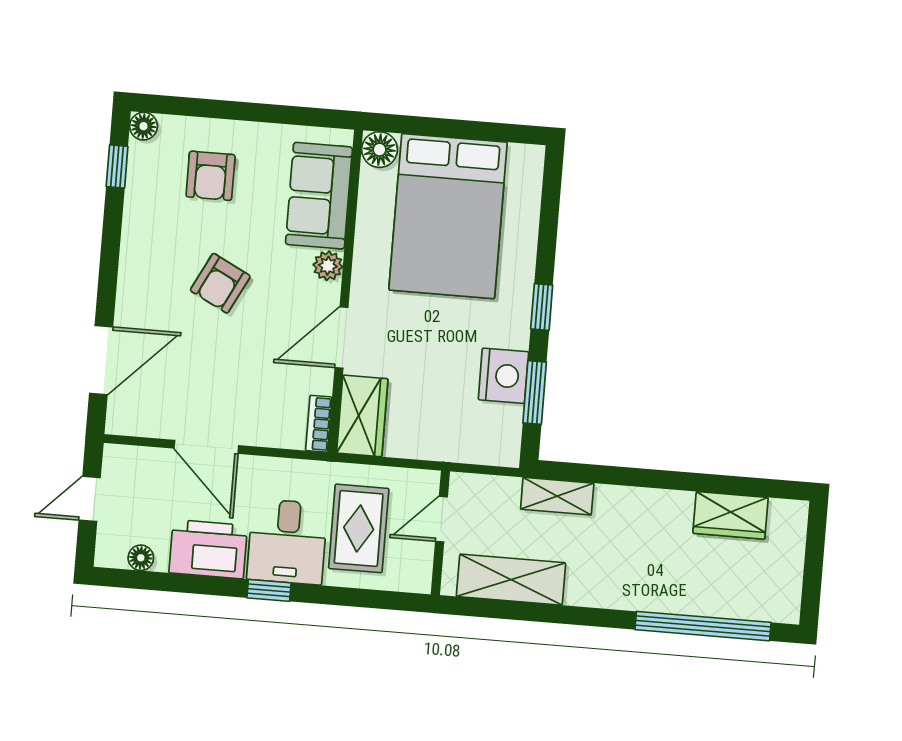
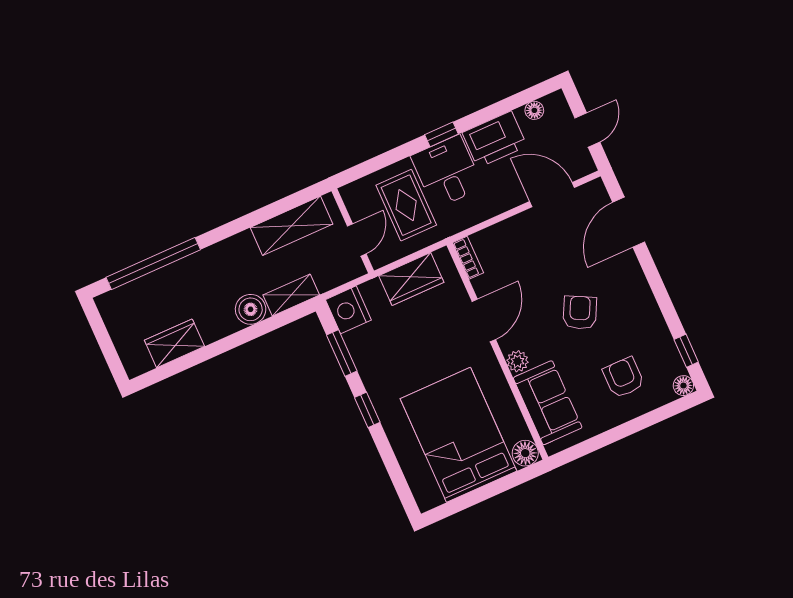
nightstand: (503, 376) -> (348, 310), moved
wardrobe: (362, 416) -> (411, 279), moved, turned -90
door: (206, 447) -> (552, 195), moved
boiler: (616, 506) -> (251, 309), added

